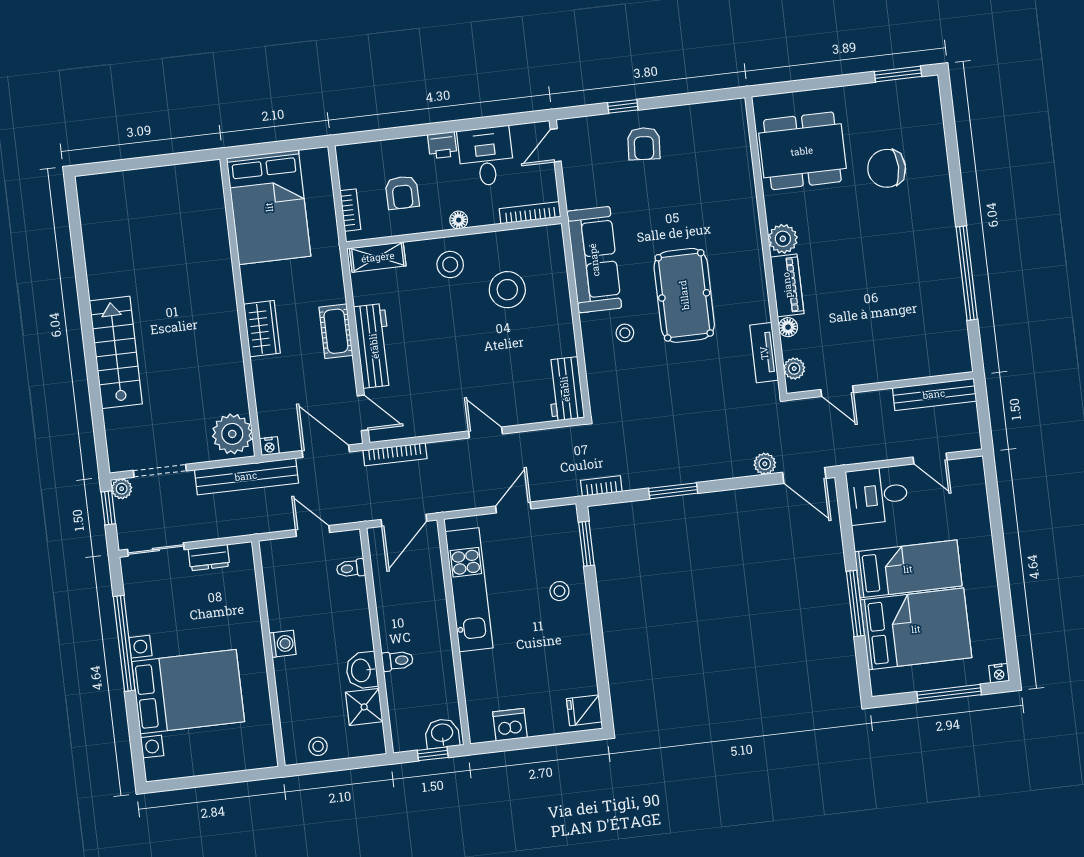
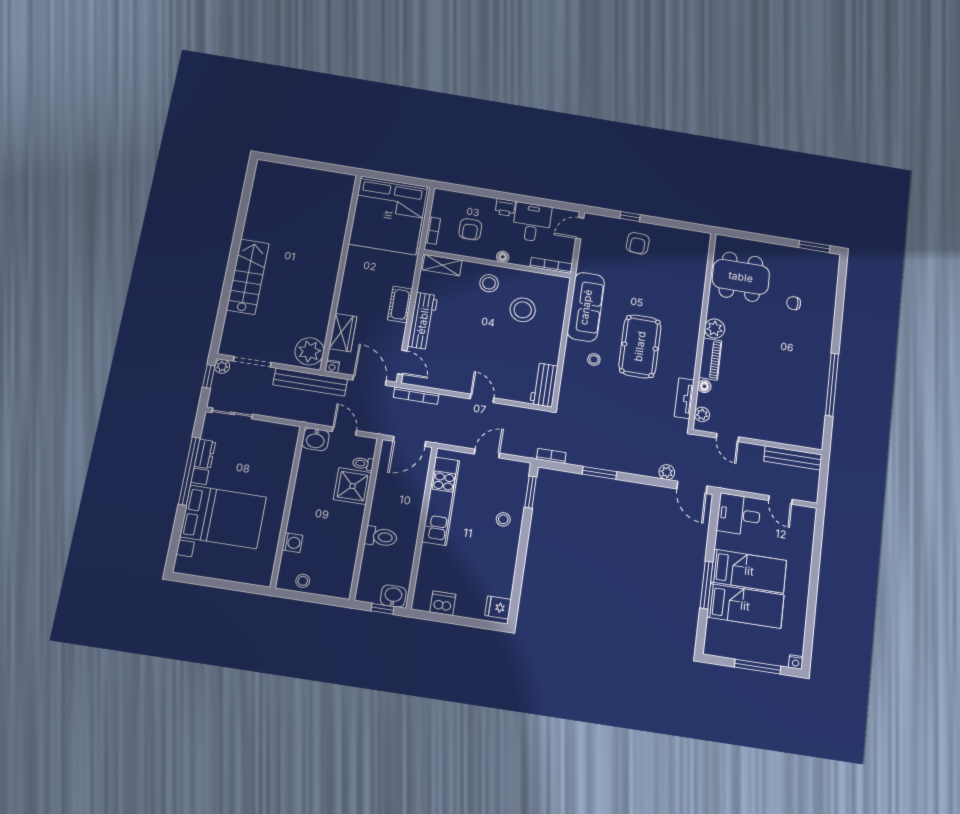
chair: (887, 168) -> (794, 303), width x0.54, depth x0.54
bed: (269, 207) -> (388, 215), width x1.36
wardrobe: (262, 329) -> (343, 333), moved
dresser: (209, 558) -> (205, 454), moved, turned -90
bed: (916, 629) -> (745, 606), width x0.67
washing machine: (283, 644) -> (292, 543), moved
toilet: (397, 661) -> (381, 537), width x1.37, depth x1.39
washbasin: (362, 670) -> (316, 439), moved, turned -90
shower: (364, 707) -> (353, 486), moved, width x1.36, depth x1.36

